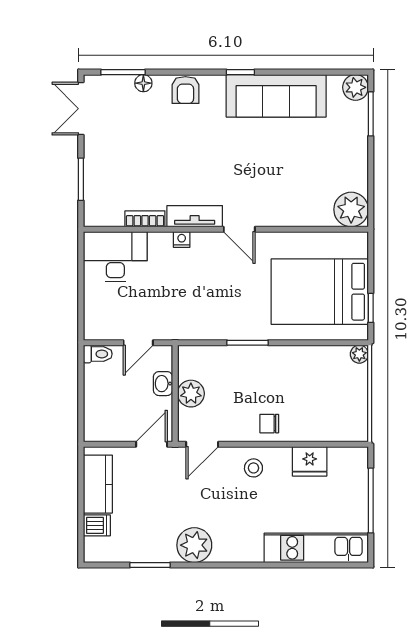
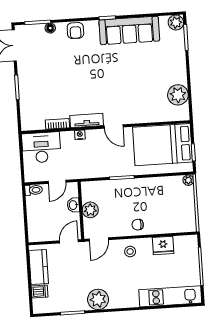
tv unit: (195, 216) -> (87, 121), moved
bookcase: (145, 219) -> (57, 124), moved
wall: (226, 229) -> (106, 127), moved
door: (239, 229) -> (114, 127), moved
nightstand: (182, 239) -> (80, 135), moved
desk: (115, 257) -> (41, 147), moved

